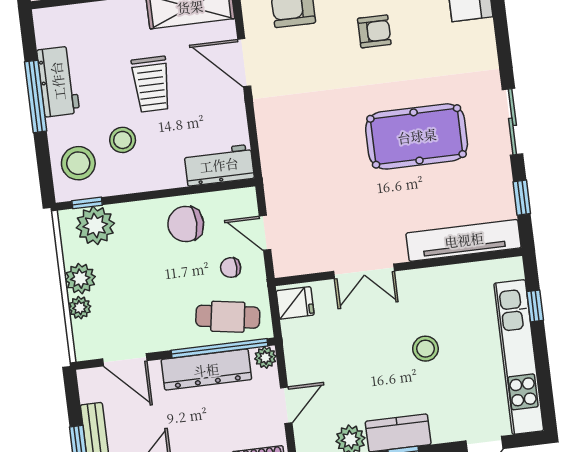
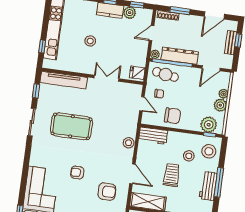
stool: (272, 133) -> (129, 143), added
door: (125, 360) -> (211, 68), swing flipped

